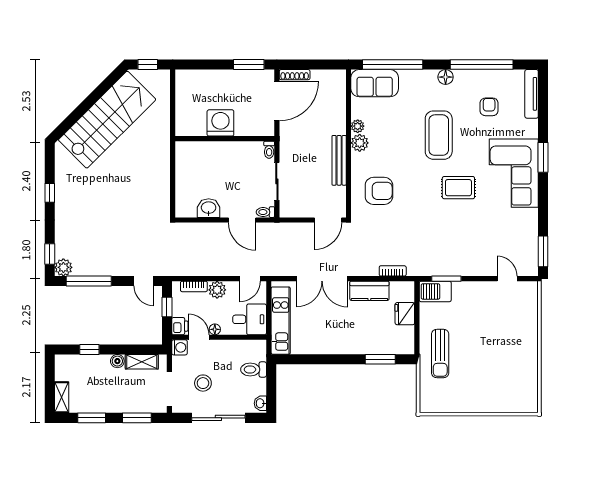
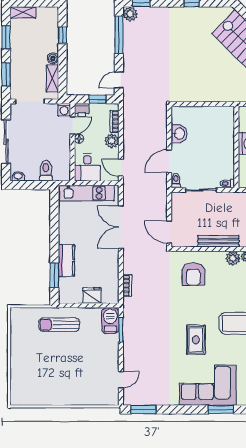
kitchen counter: (369, 291) -> (66, 260), moved, turned 180
stool: (203, 383) -> (35, 129), removed

